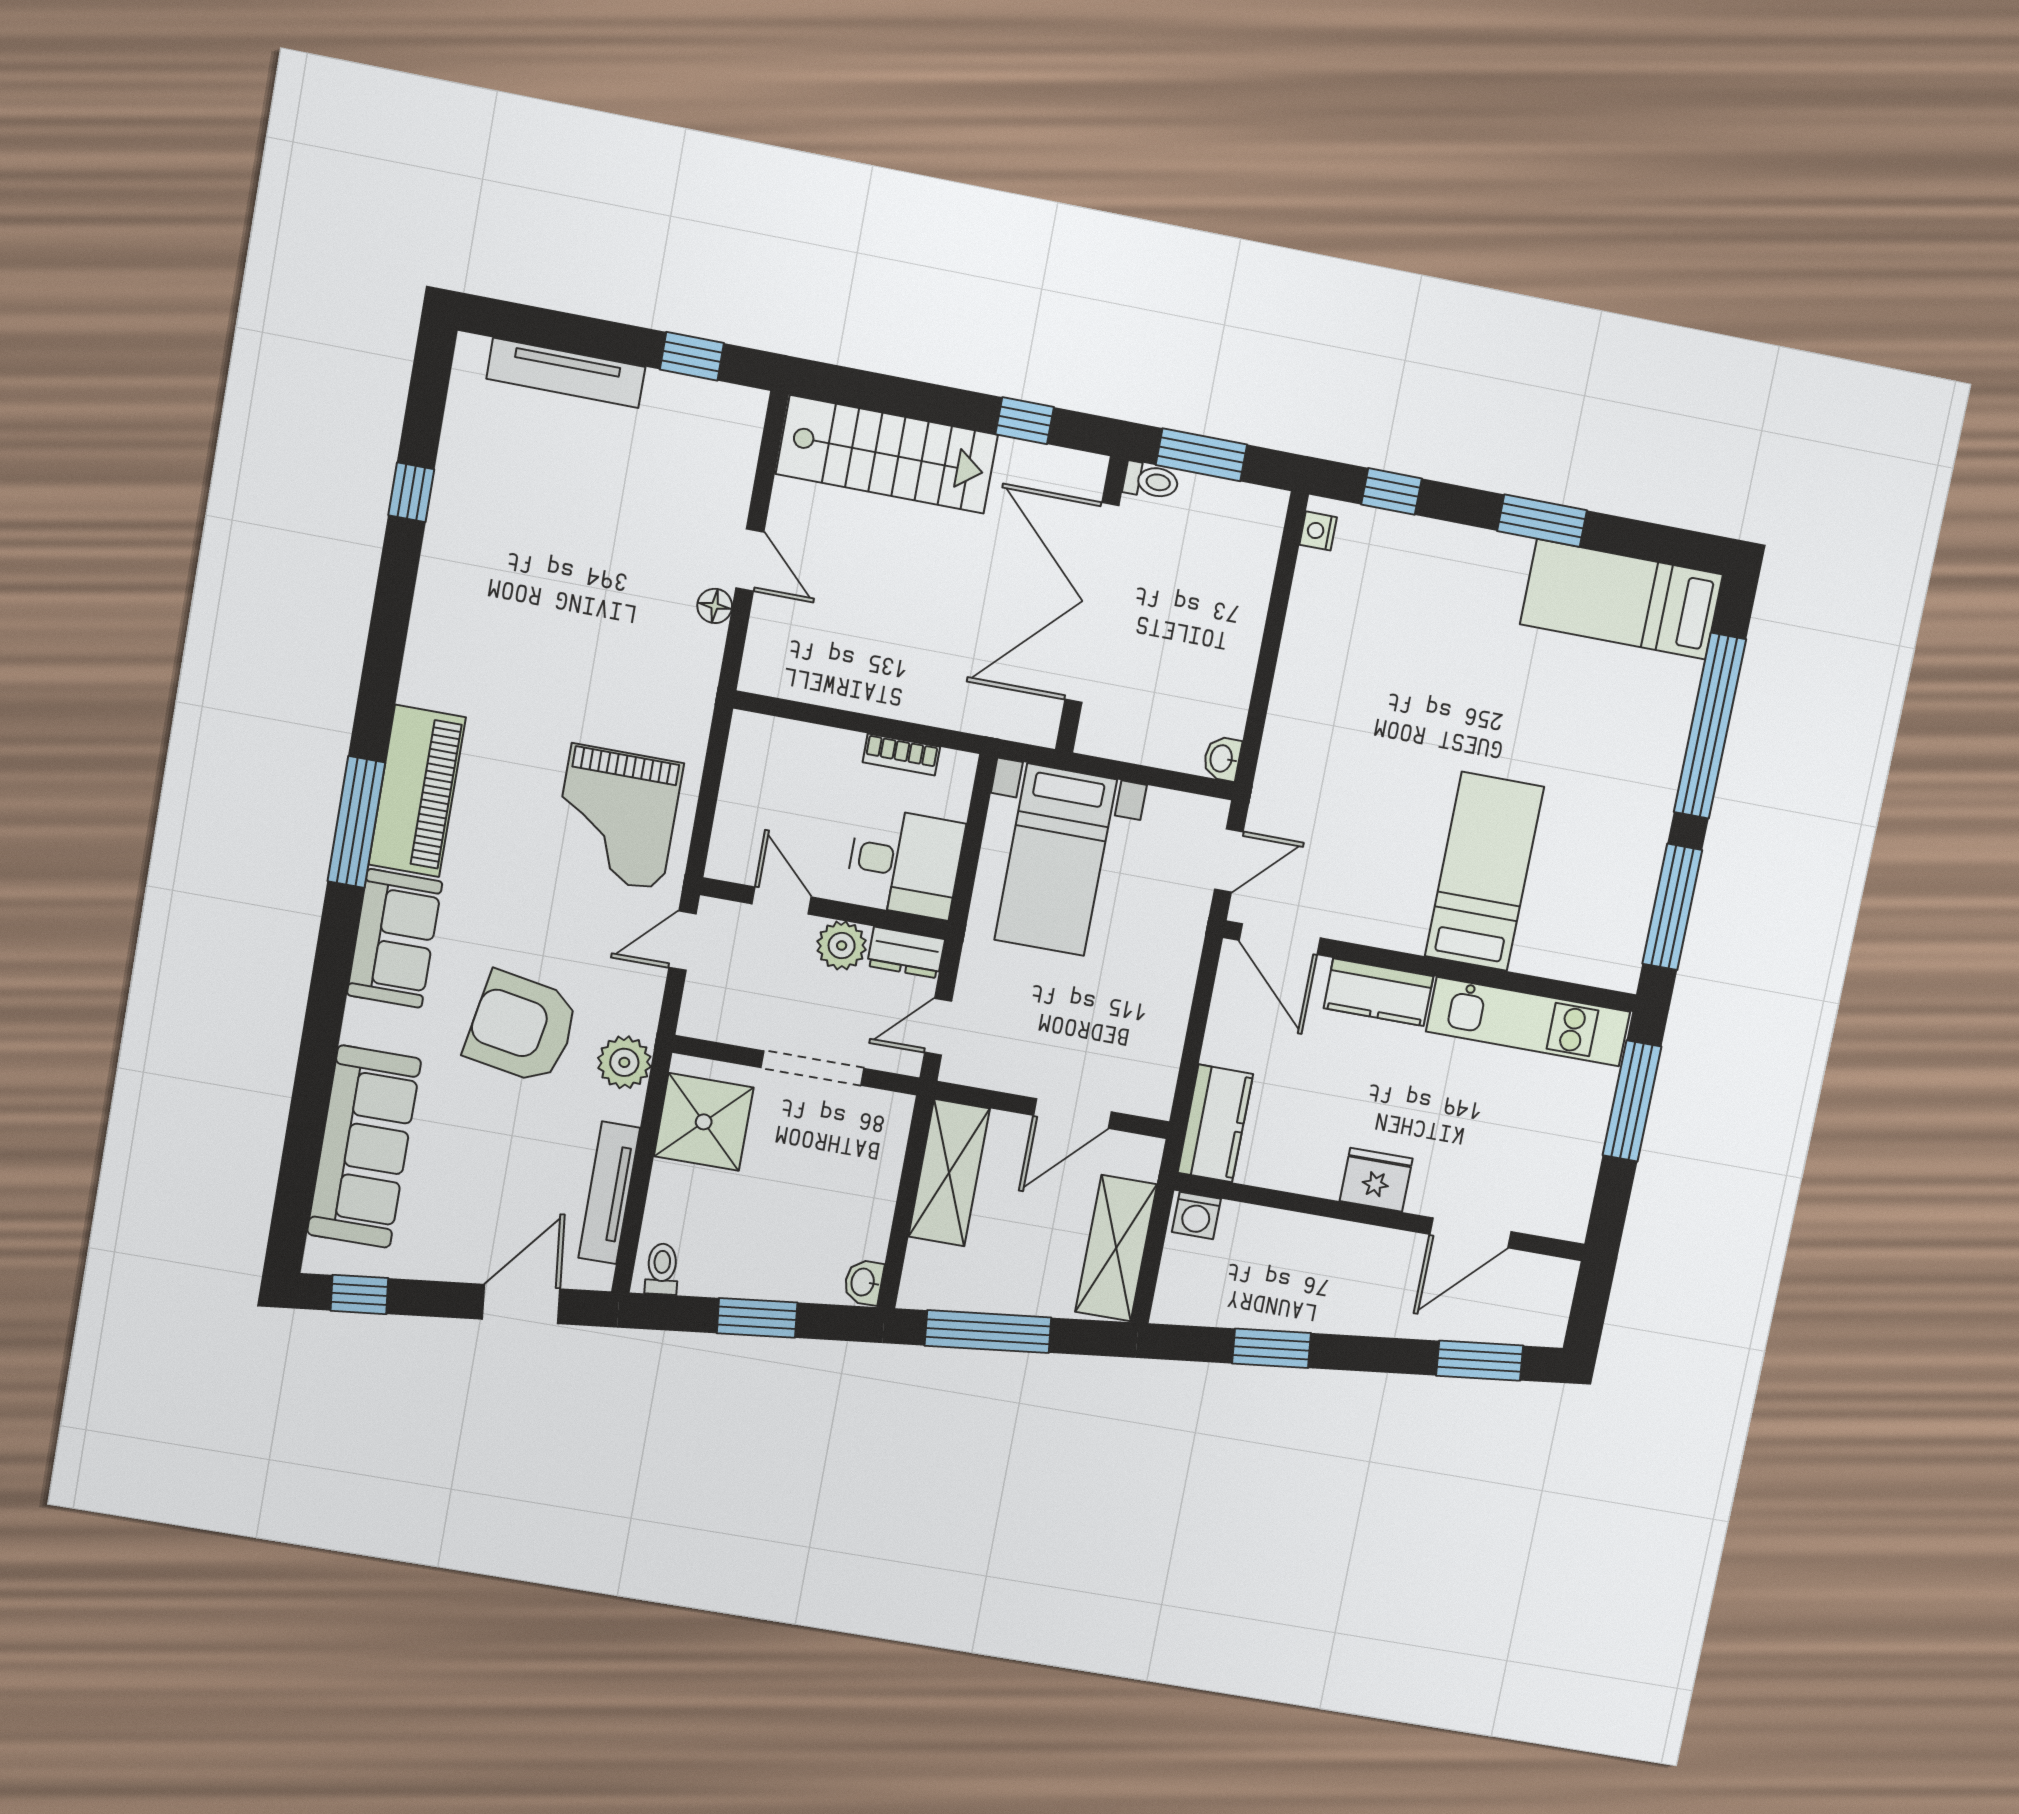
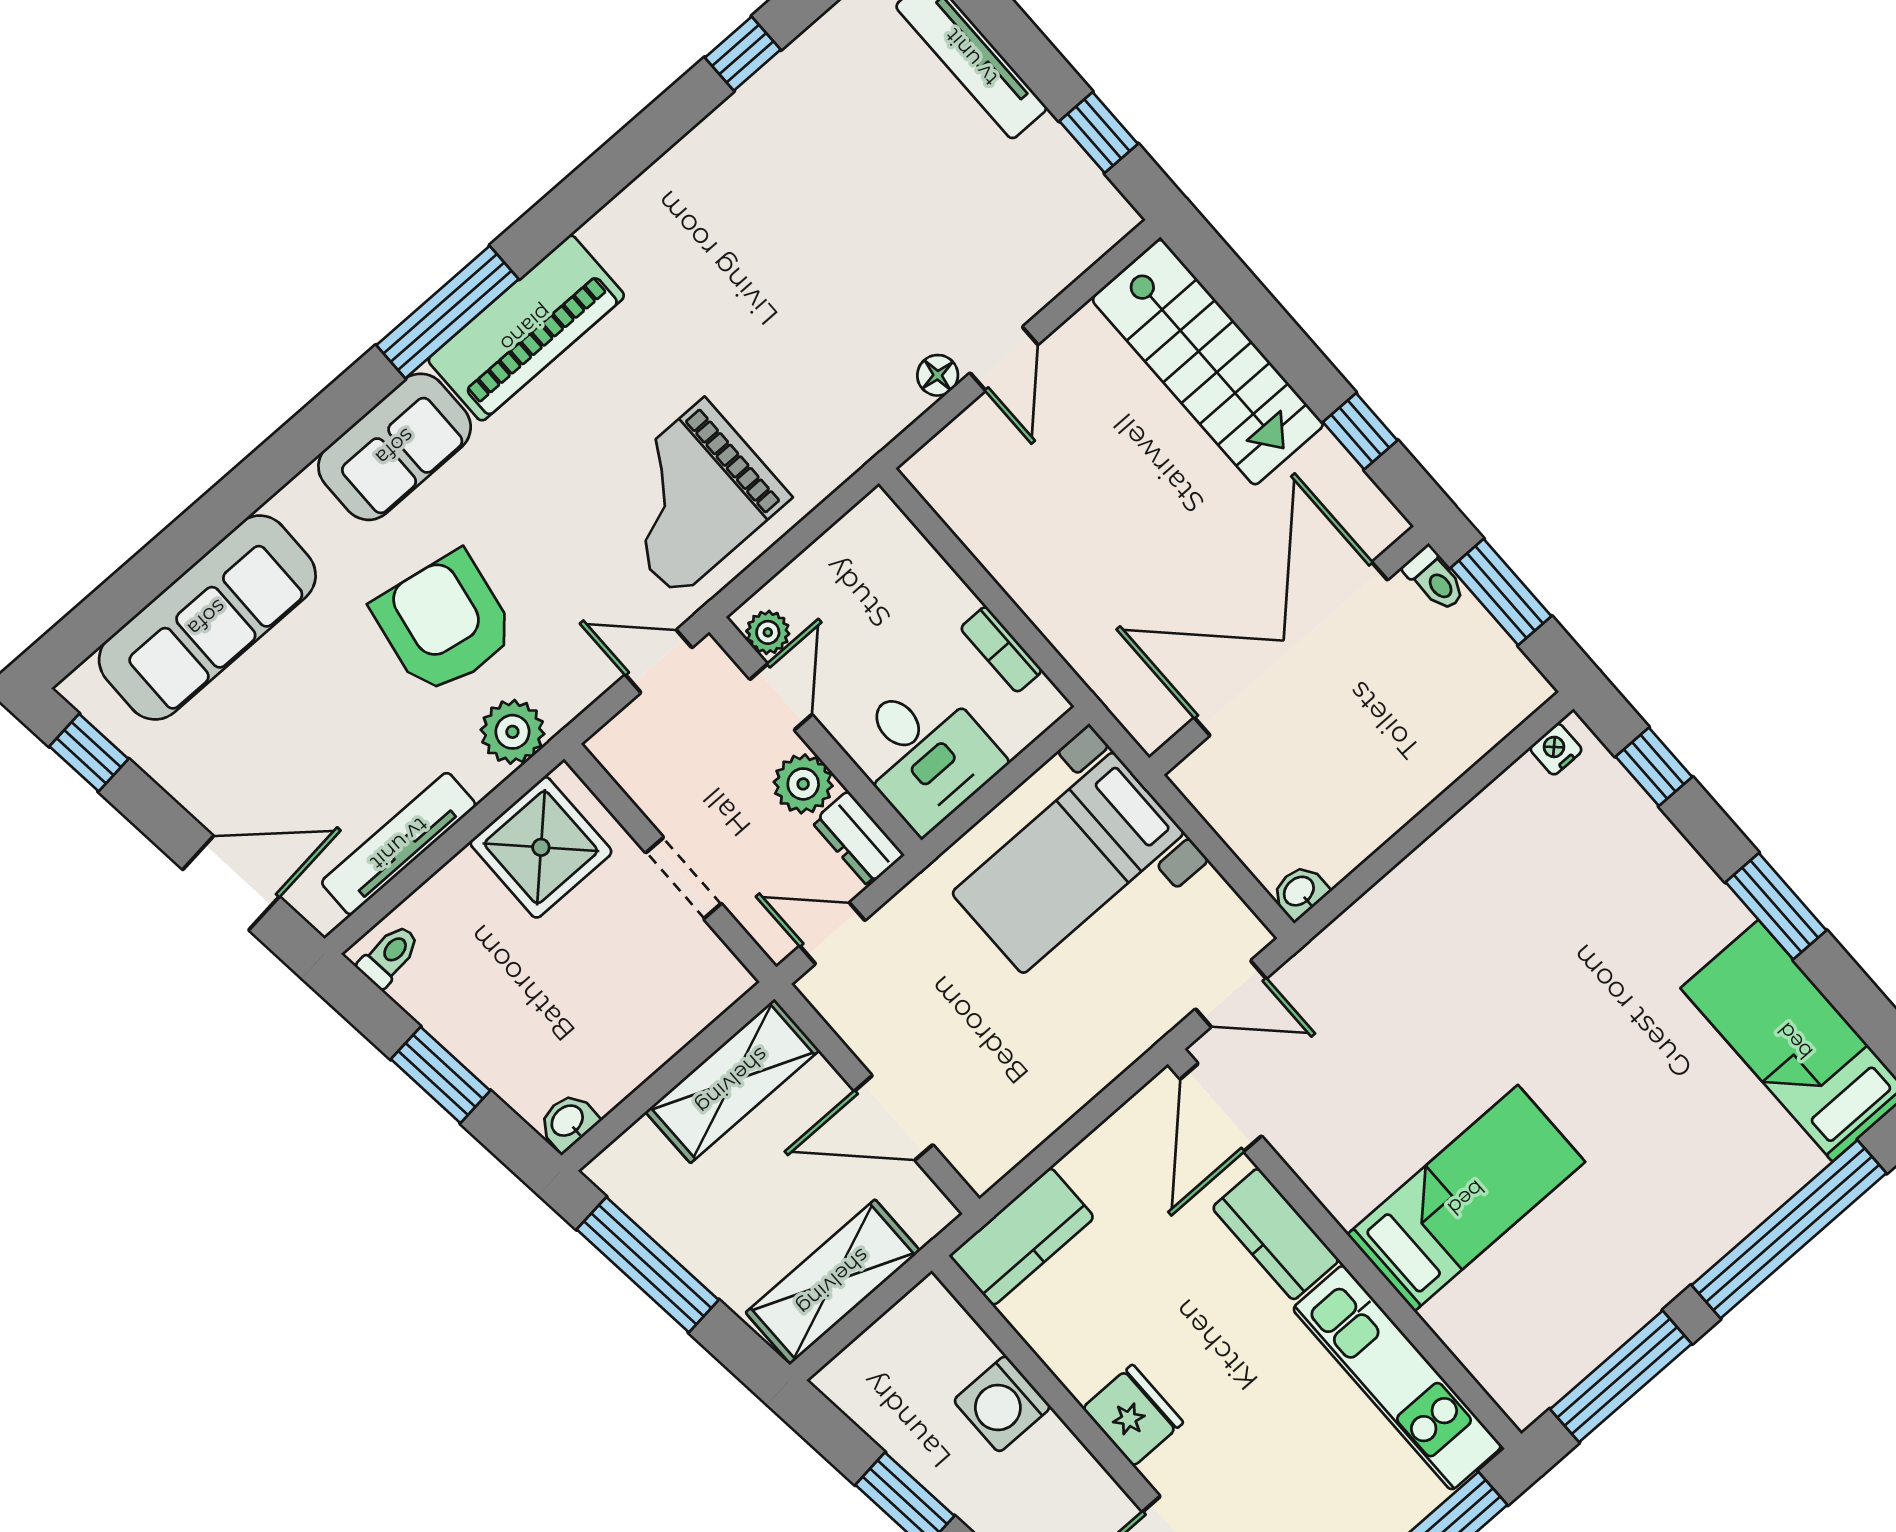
plant: (739, 865) -> (768, 632), added
doorway: (813, 1068) -> (684, 878), width x0.73
washing machine: (1196, 1215) -> (1002, 1404), moved, width x1.38, depth x1.38

